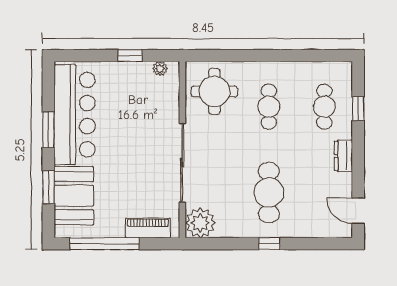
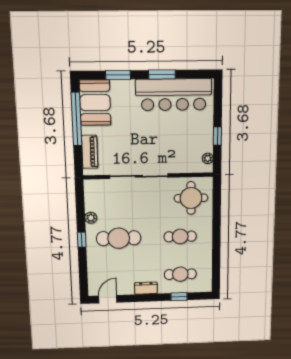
booth: (74, 196) -> (95, 103), moved, turned 90
plant: (200, 223) -> (91, 218), moved, width x0.53, depth x0.53

